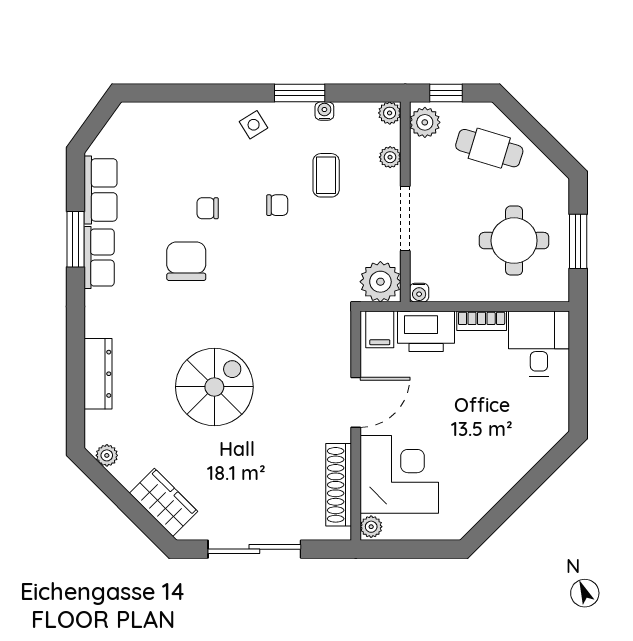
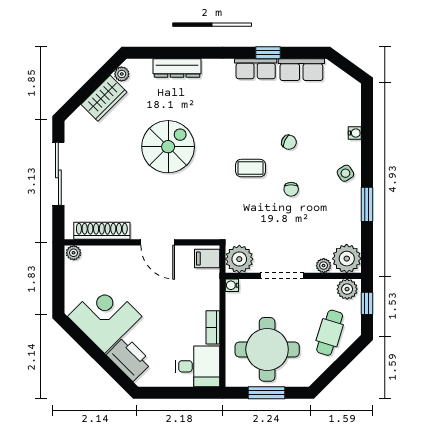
water cooler: (324, 111) -> (355, 133), moved
plant: (390, 113) -> (347, 259), width x1.87, depth x1.87
coffee table: (326, 175) -> (251, 168), moved
chair: (208, 208) -> (289, 142), turned 115
window: (75, 239) -> (268, 53), width x0.67
round table: (514, 241) -> (267, 349), width x1.36, depth x1.36
chair: (186, 261) -> (253, 128), removed
printer: (426, 331) -> (129, 359), moved, turned 135
spiral stairs: (214, 387) -> (168, 147), turned -90
corner desk: (399, 474) -> (105, 316), moved, turned -135
wardrobe: (164, 502) -> (104, 98), moved

